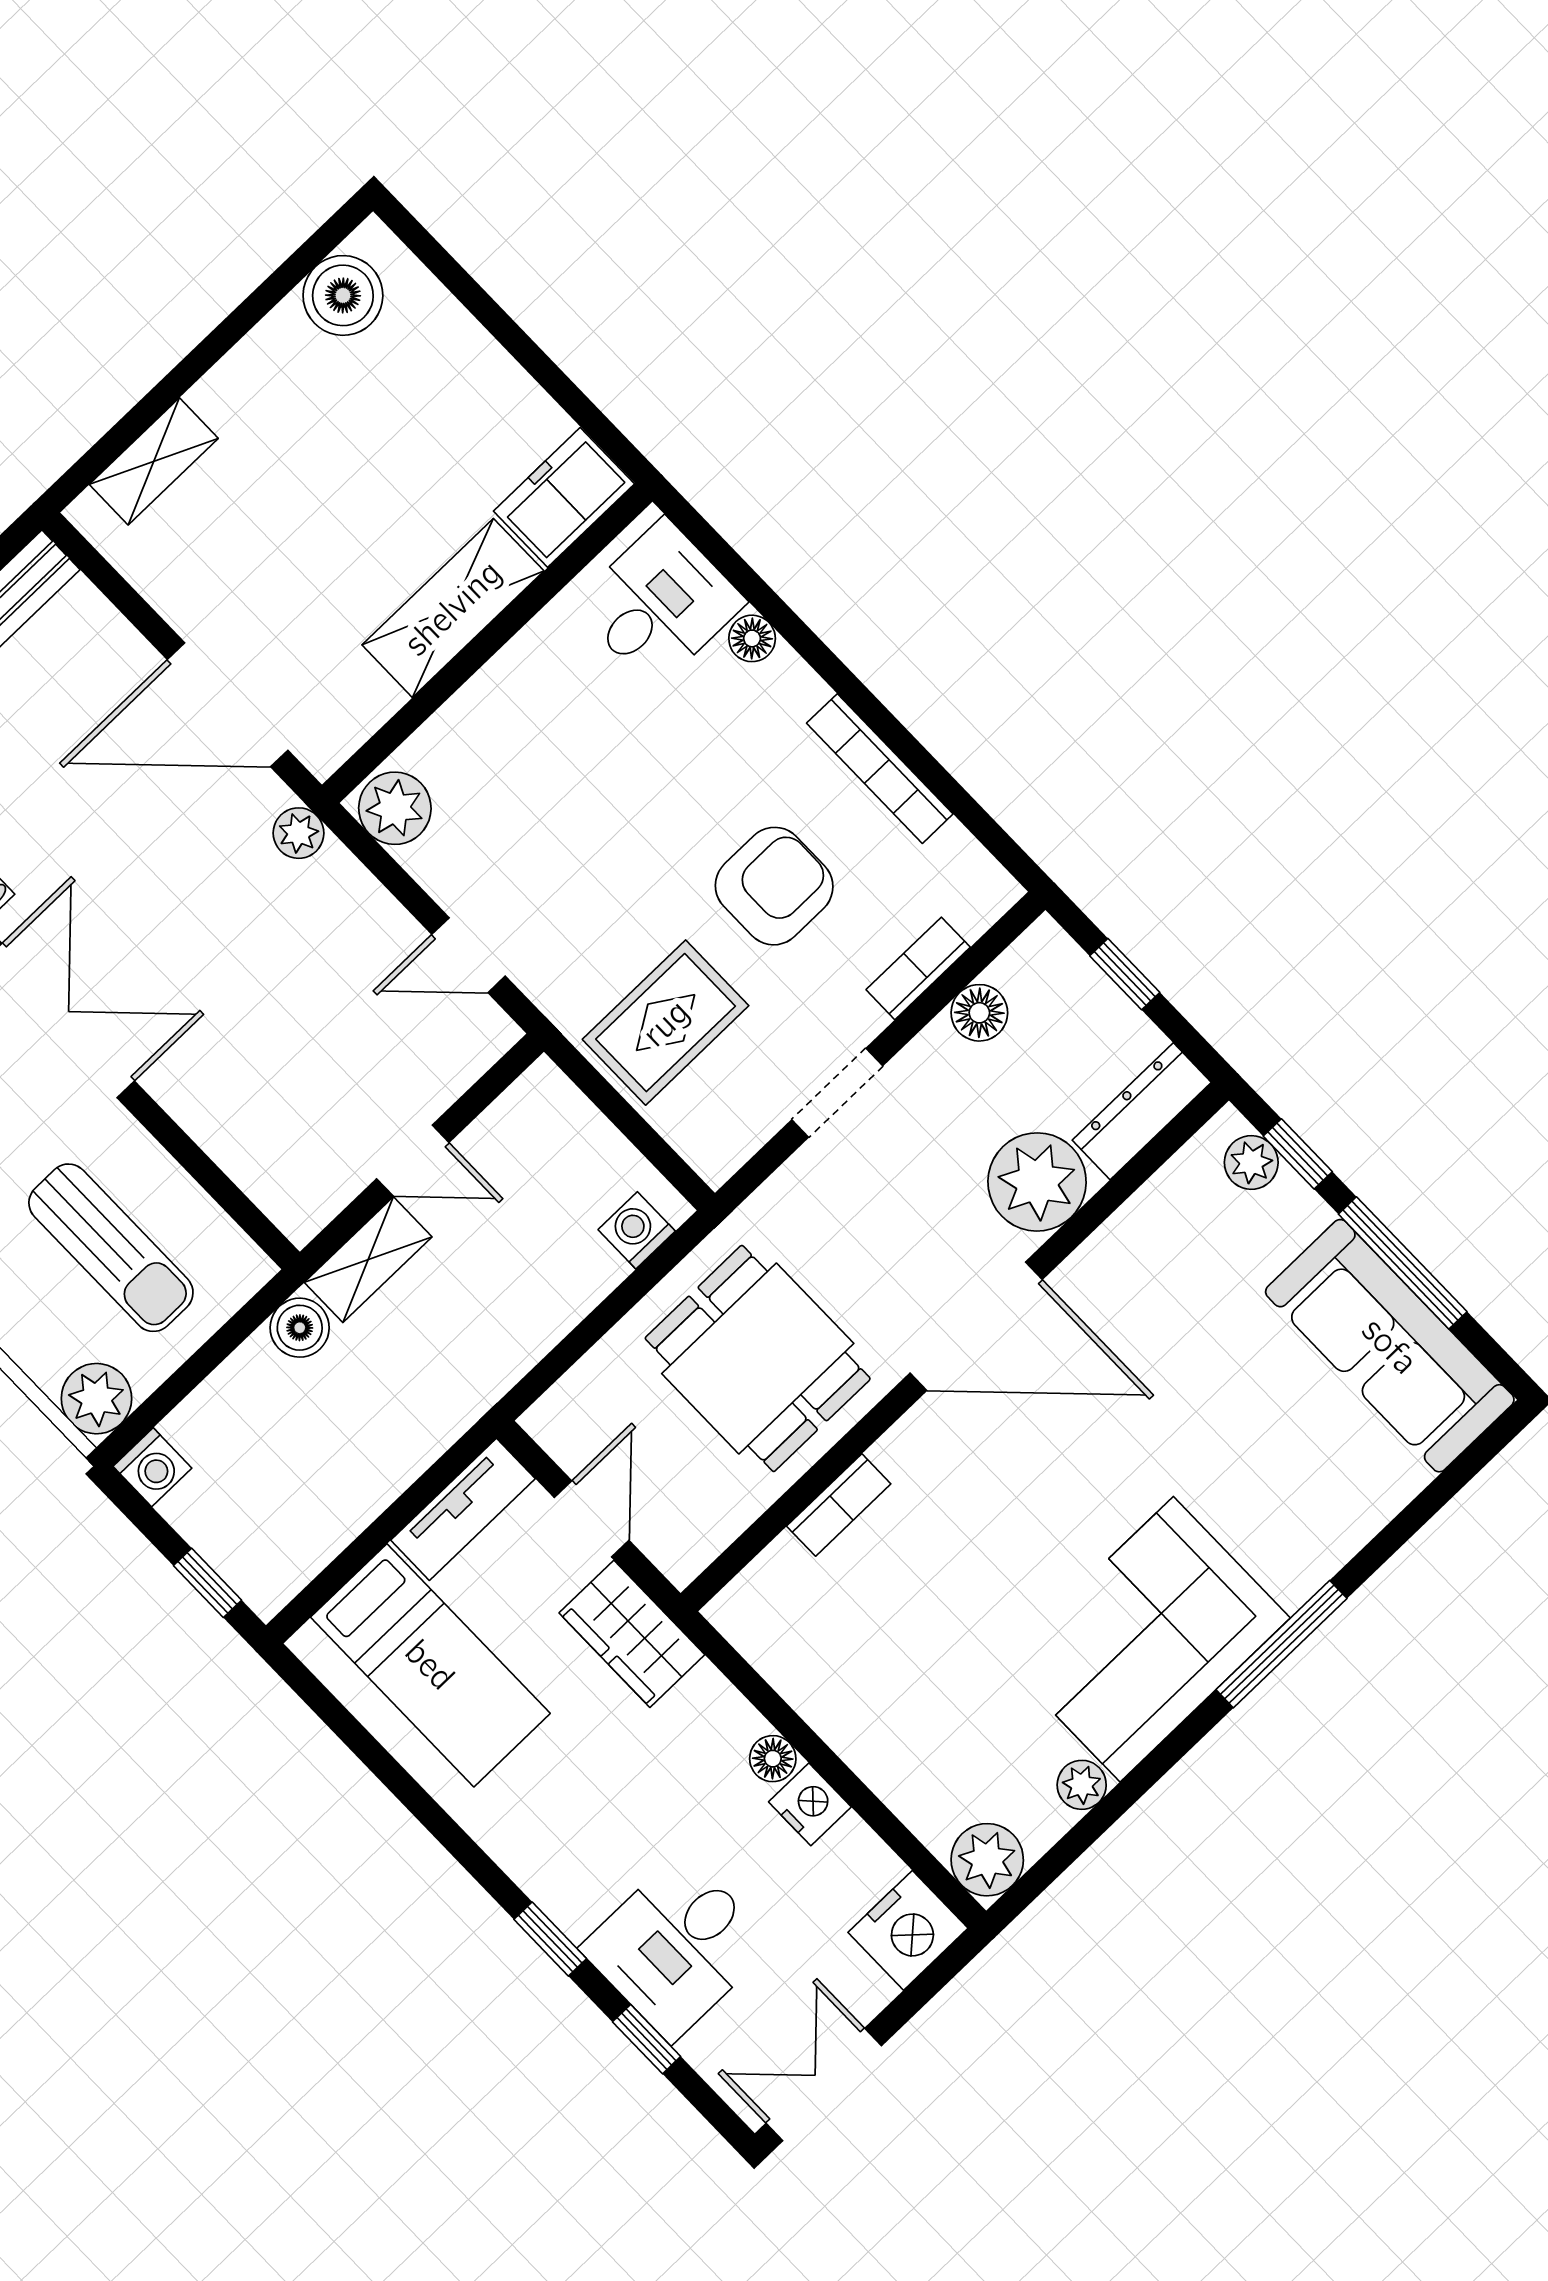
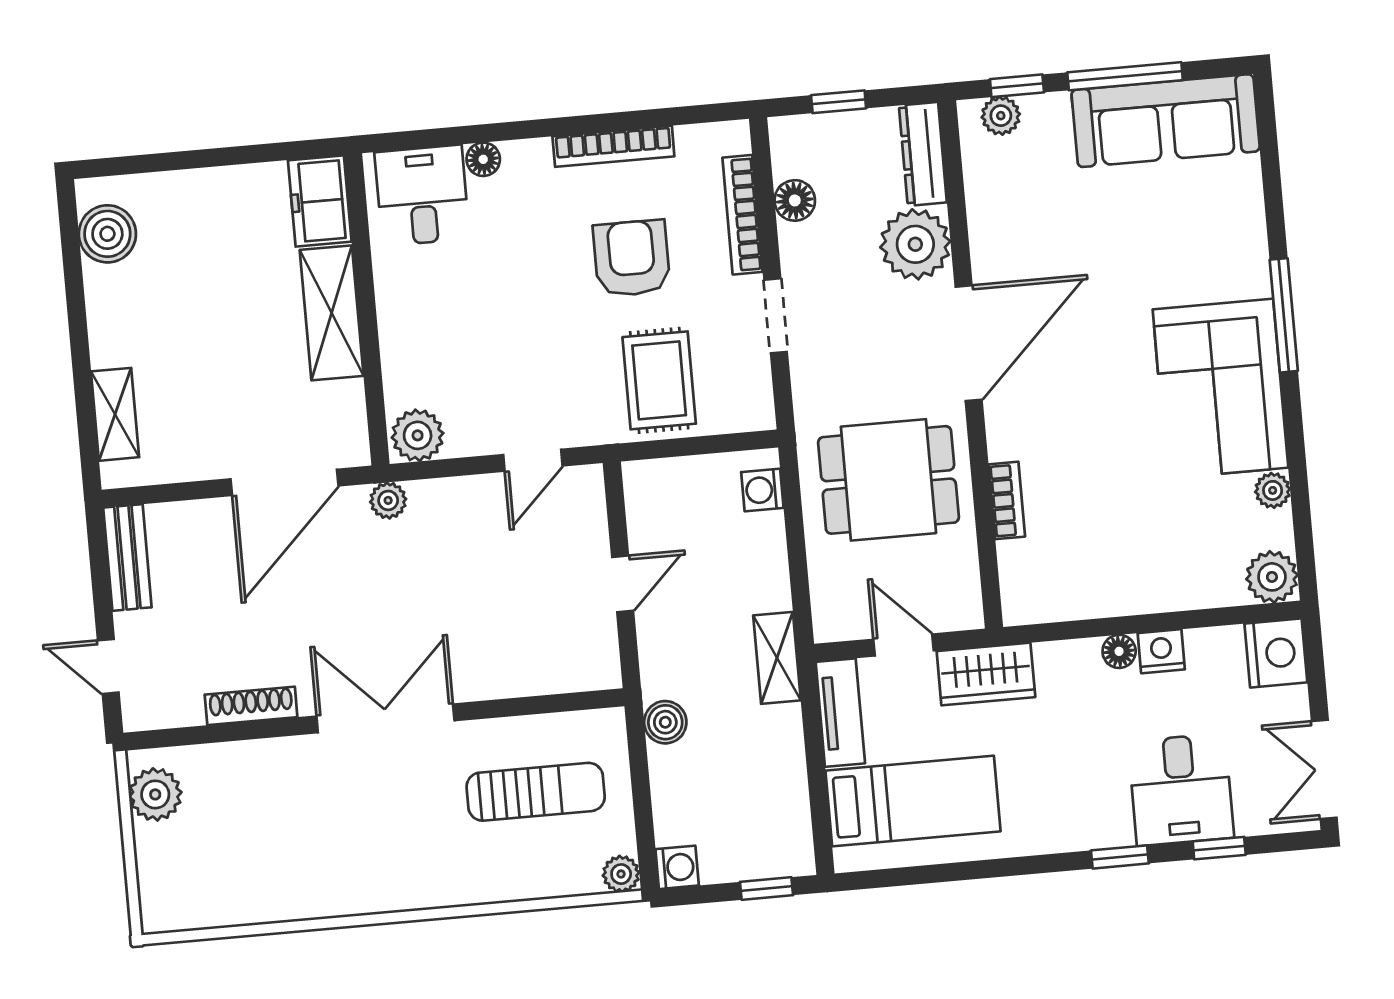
bookcase: (918, 968) -> (742, 215), width x1.56
shelving: (368, 1260) -> (777, 658), moved
plant: (96, 1399) -> (621, 874), width x0.73, depth x0.73

